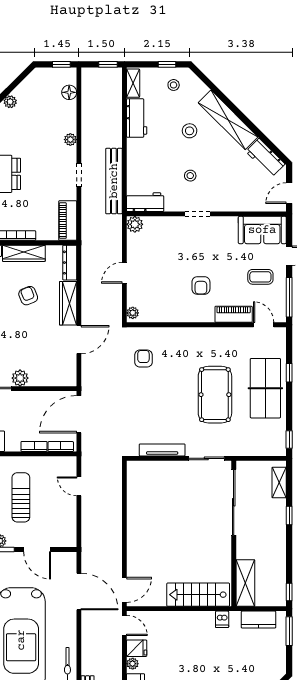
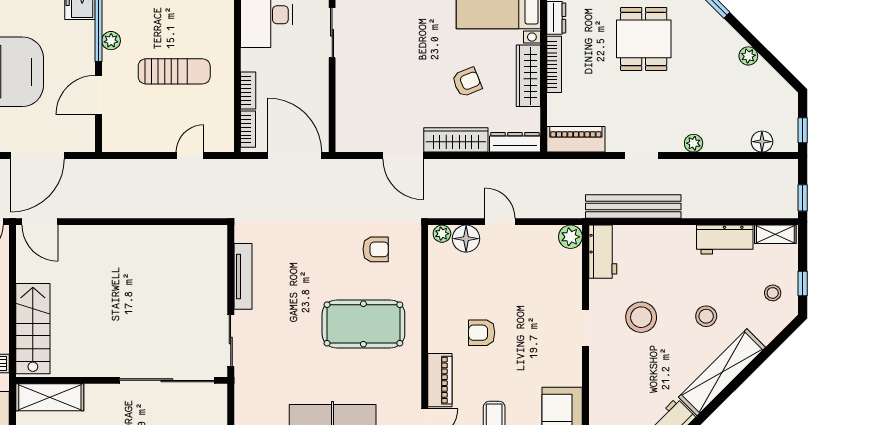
stool: (190, 176) -> (641, 317), width x1.89, depth x1.89
floor lamp: (136, 296) -> (466, 239), added
plant: (20, 378) -> (347, 70), removed
pool table: (215, 395) -> (363, 324), moved

